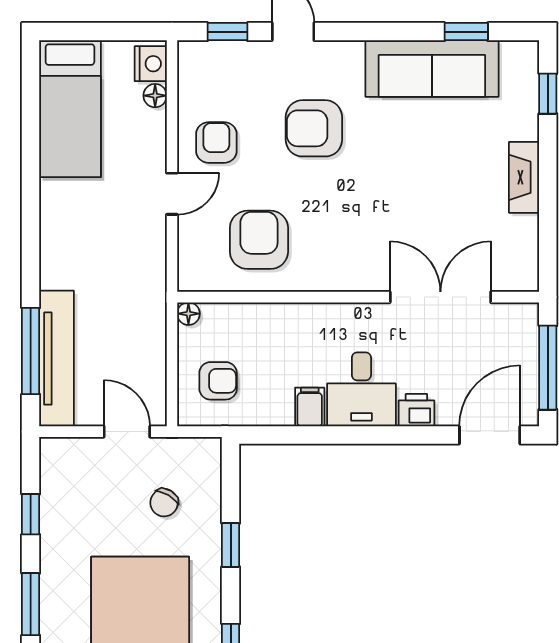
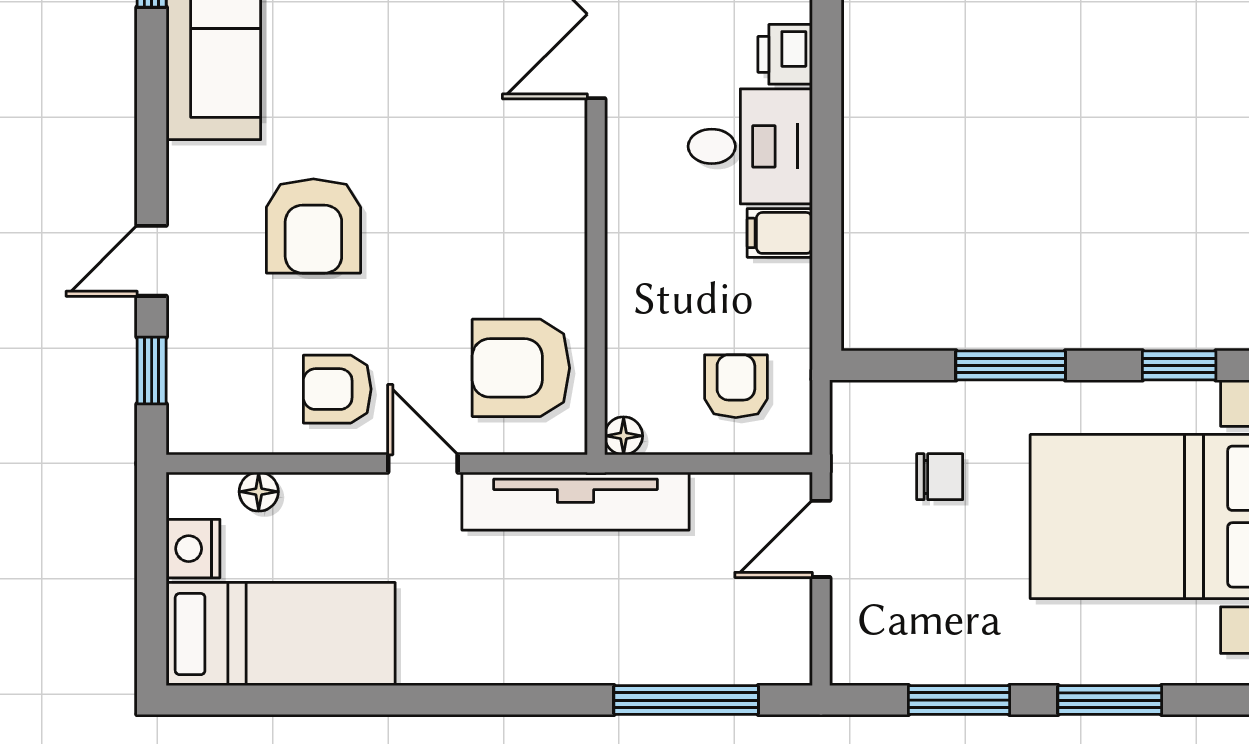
nightstand: (151, 64) -> (193, 549), moved, turned -90
armchair: (259, 240) -> (521, 368), moved
tv unit: (57, 359) -> (575, 501), moved, turned 180
chair: (164, 503) -> (940, 477), turned -31
window: (31, 514) -> (959, 700), width x1.50
window: (231, 545) -> (1011, 365), width x1.50

